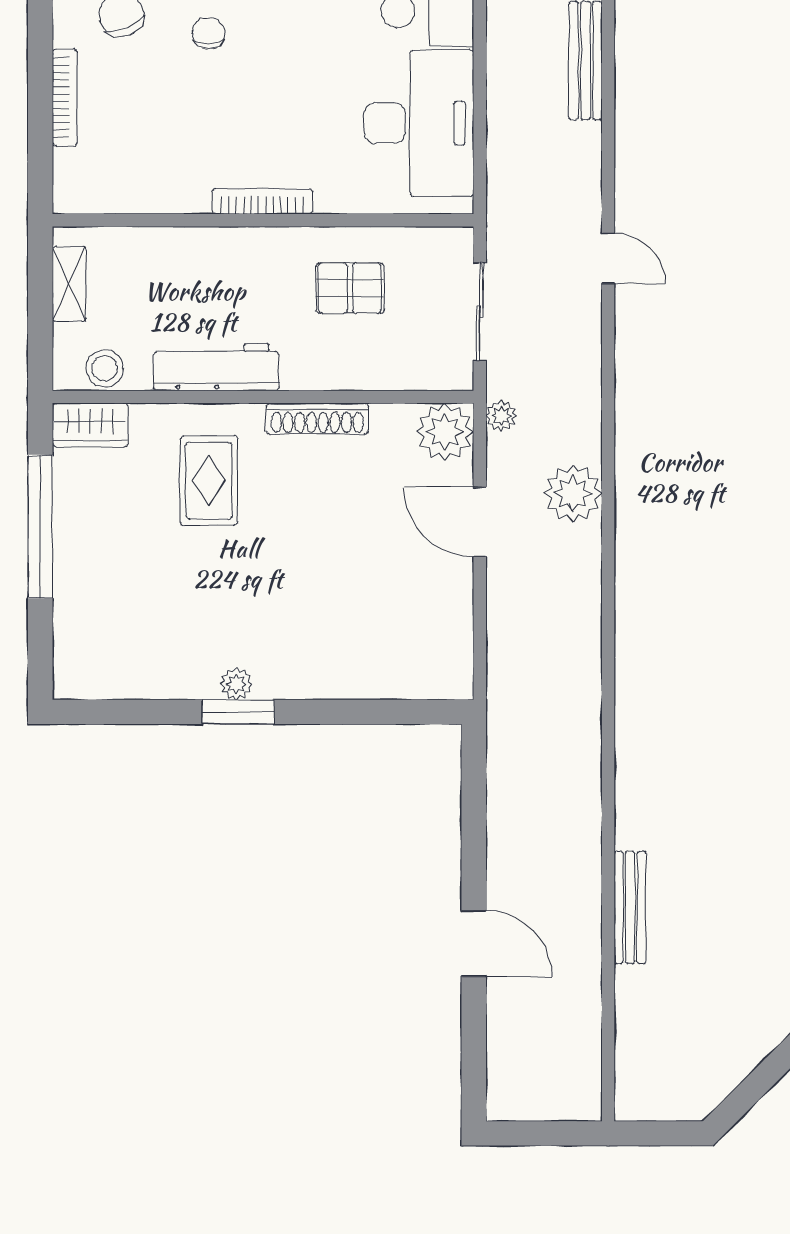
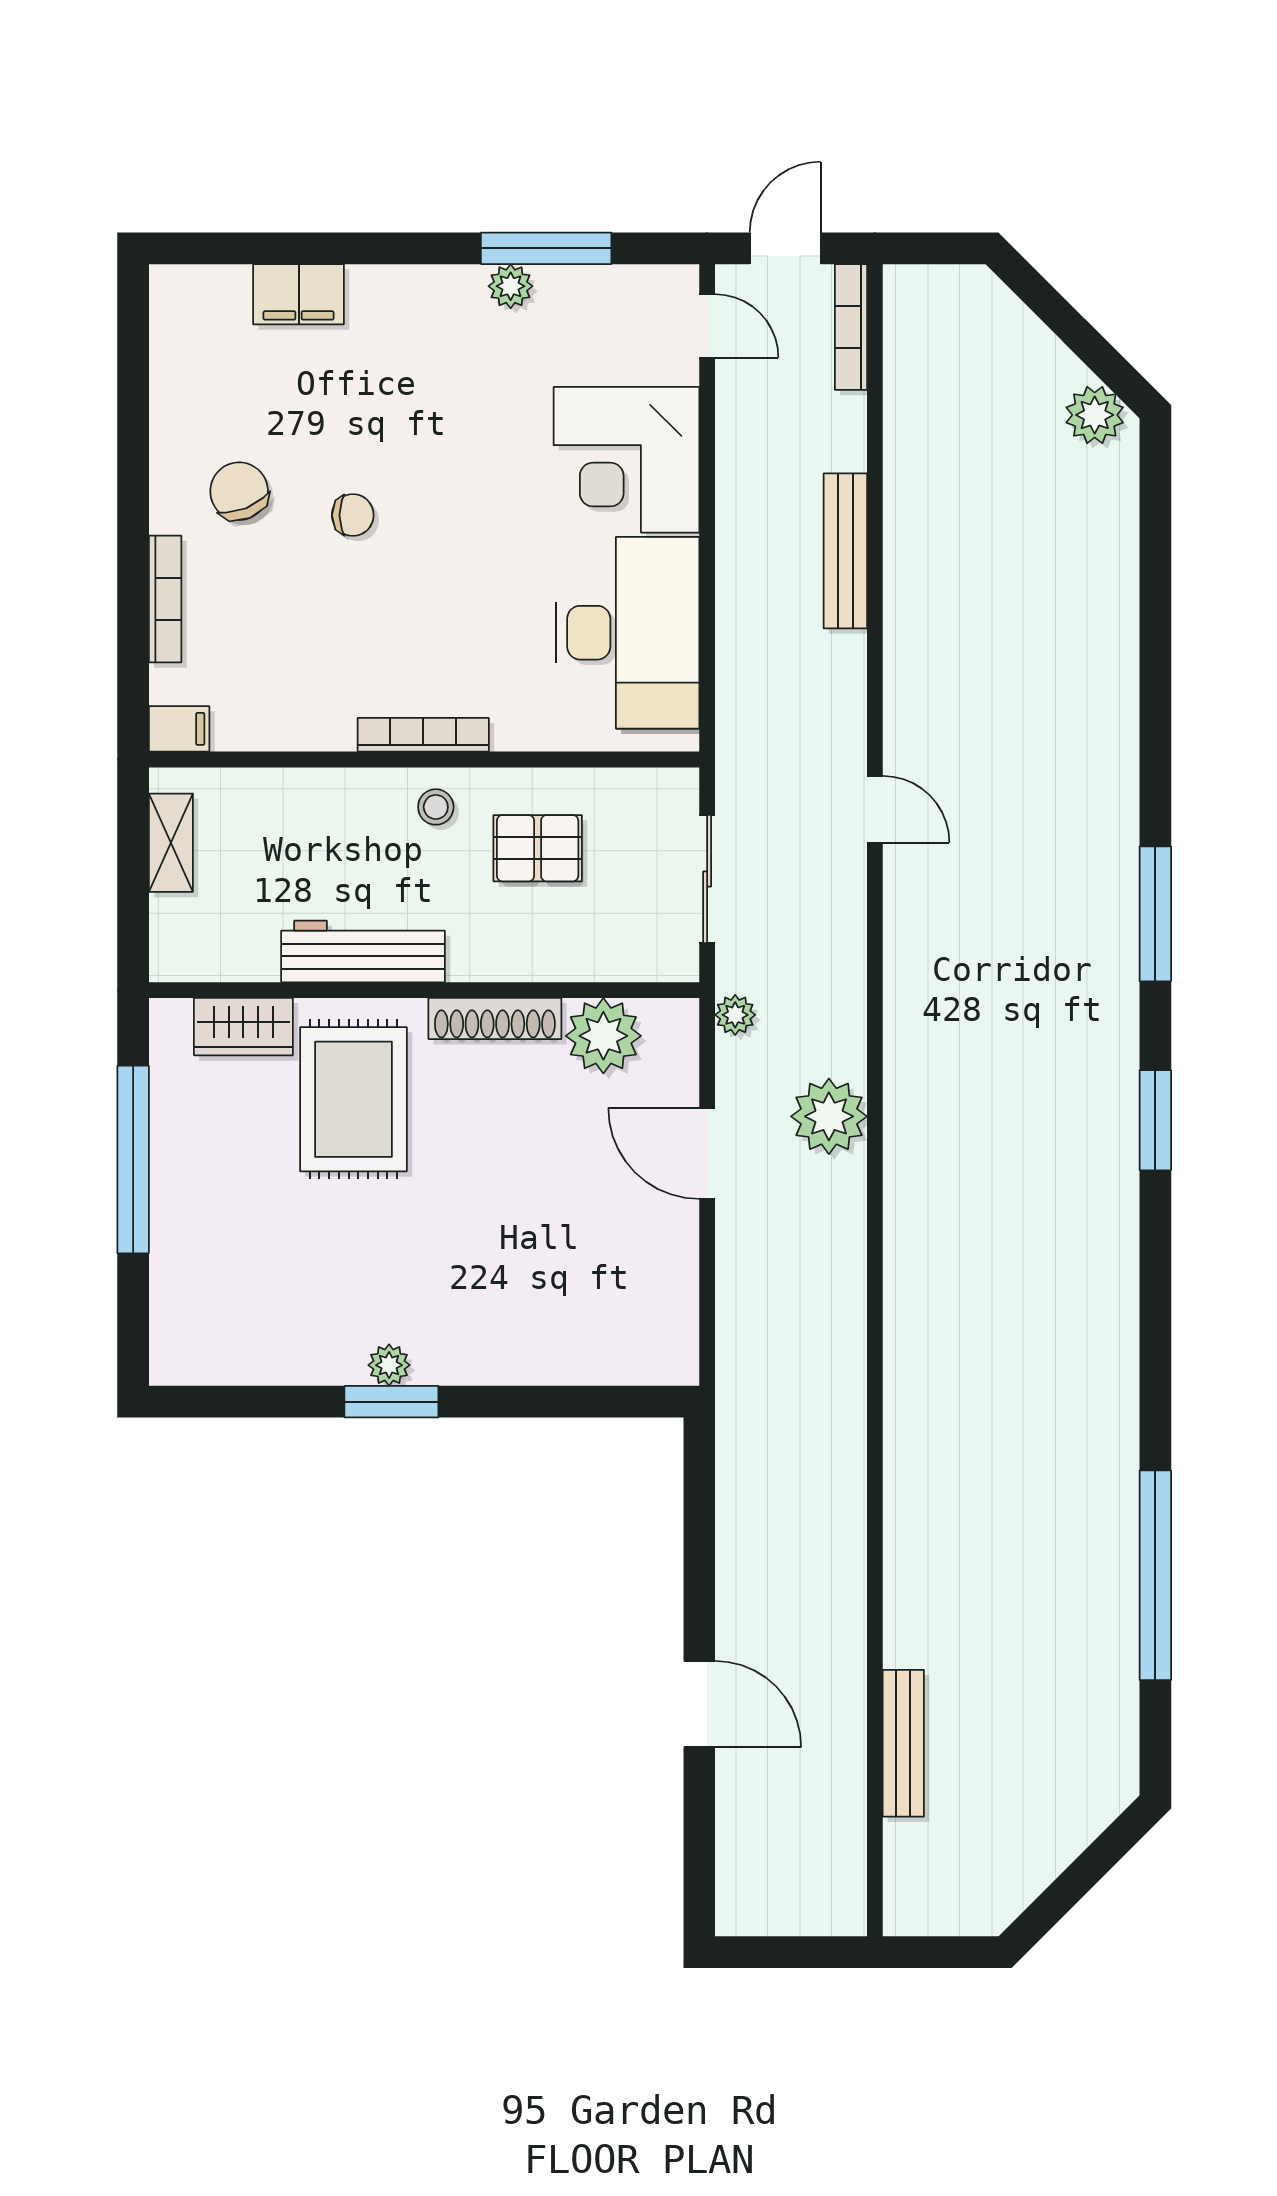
chair: (208, 33) -> (353, 515), turned 90
filing cabinet: (75, 197) -> (179, 729), added
stool: (105, 368) -> (436, 807), moved, width x0.73, depth x0.73
wardrobe: (90, 425) -> (243, 1027), moved
plant: (445, 432) -> (603, 1036), moved
rug: (209, 480) -> (353, 1099), width x1.36, depth x1.43
bench: (630, 907) -> (903, 1743), moved

